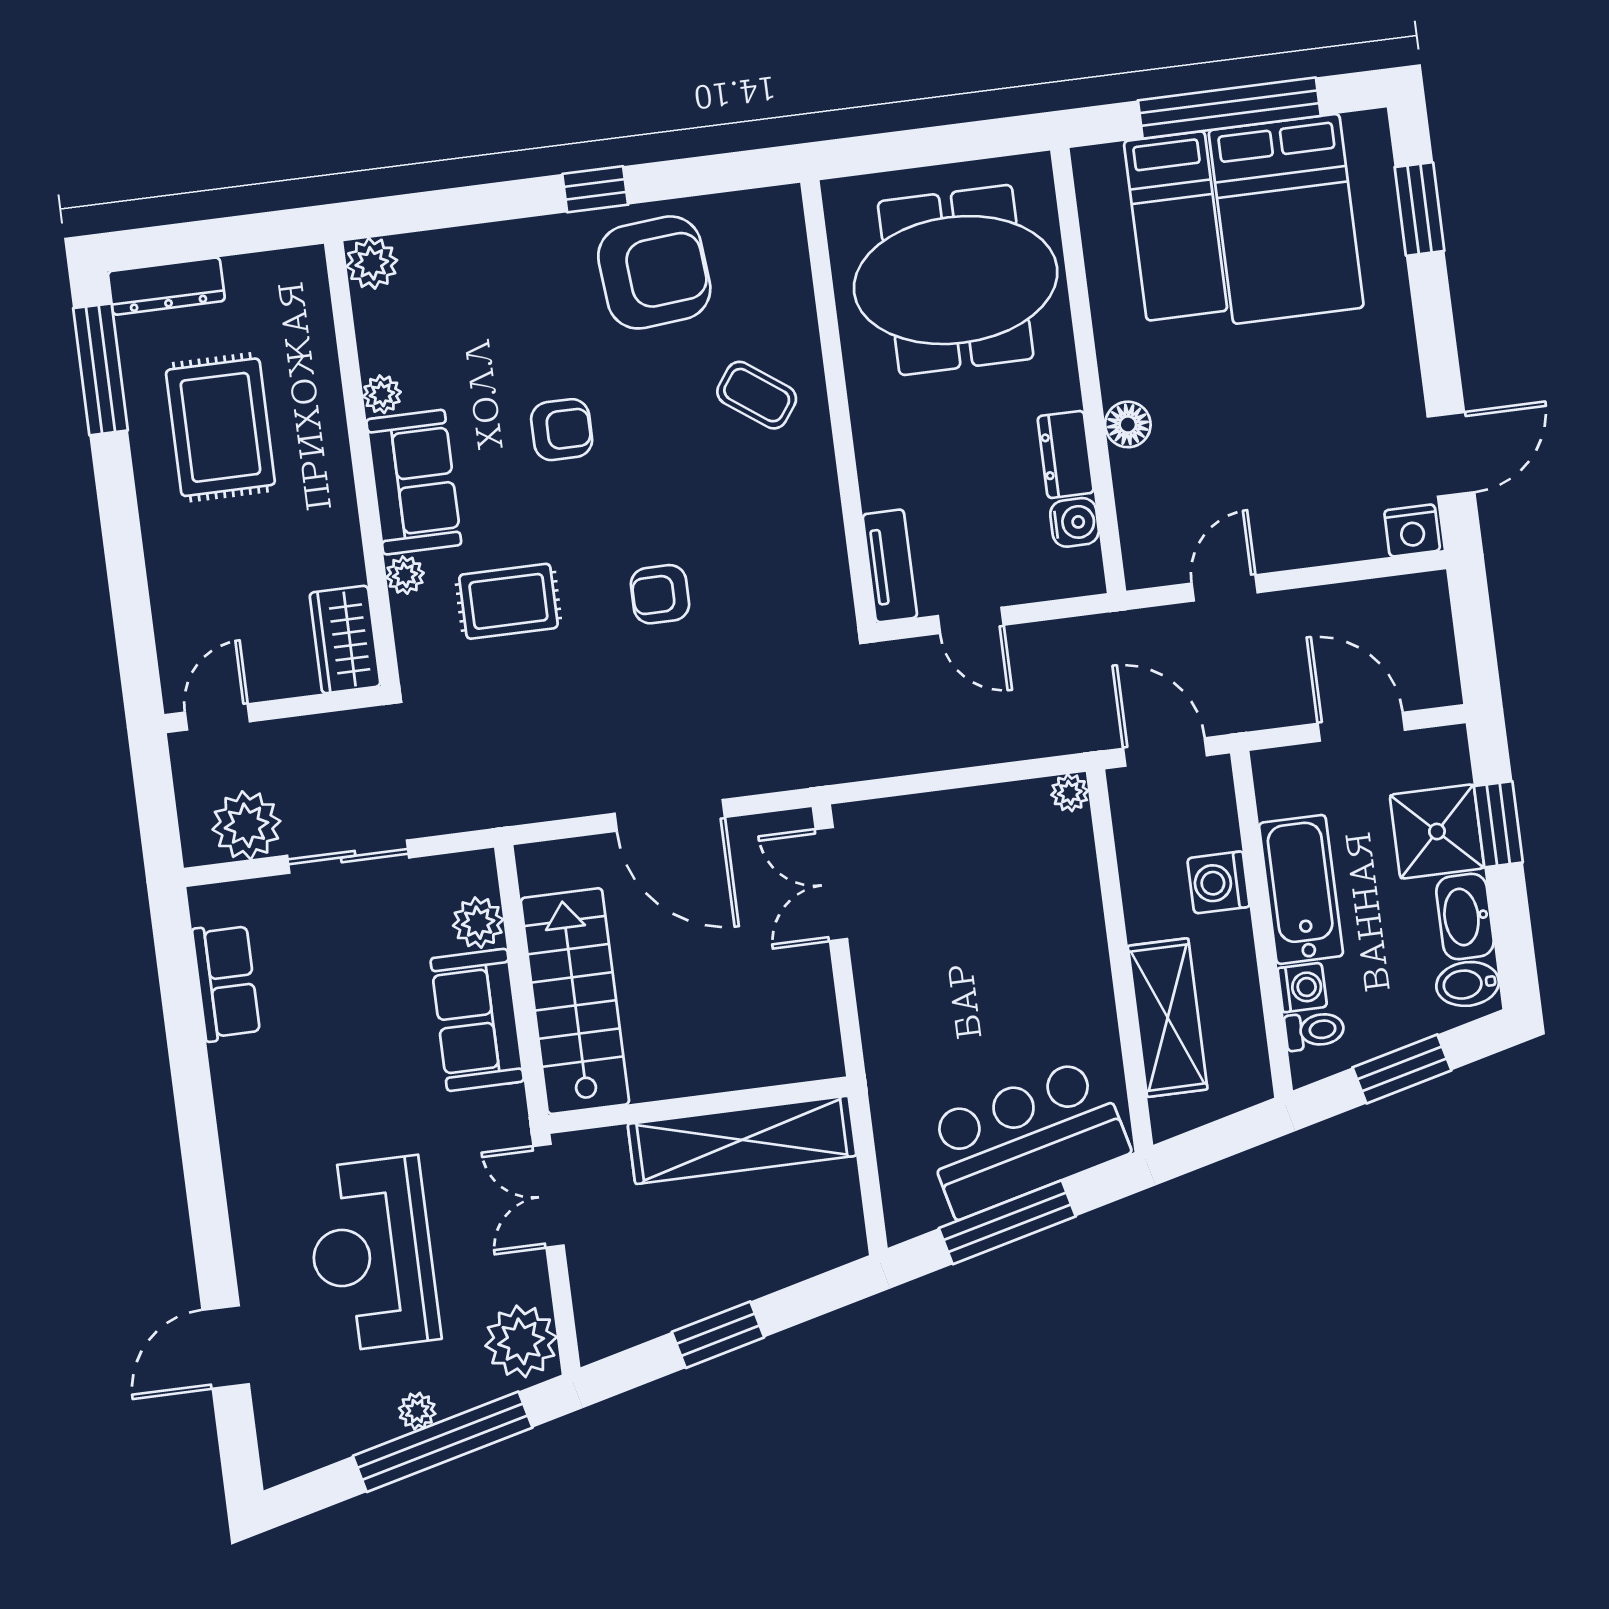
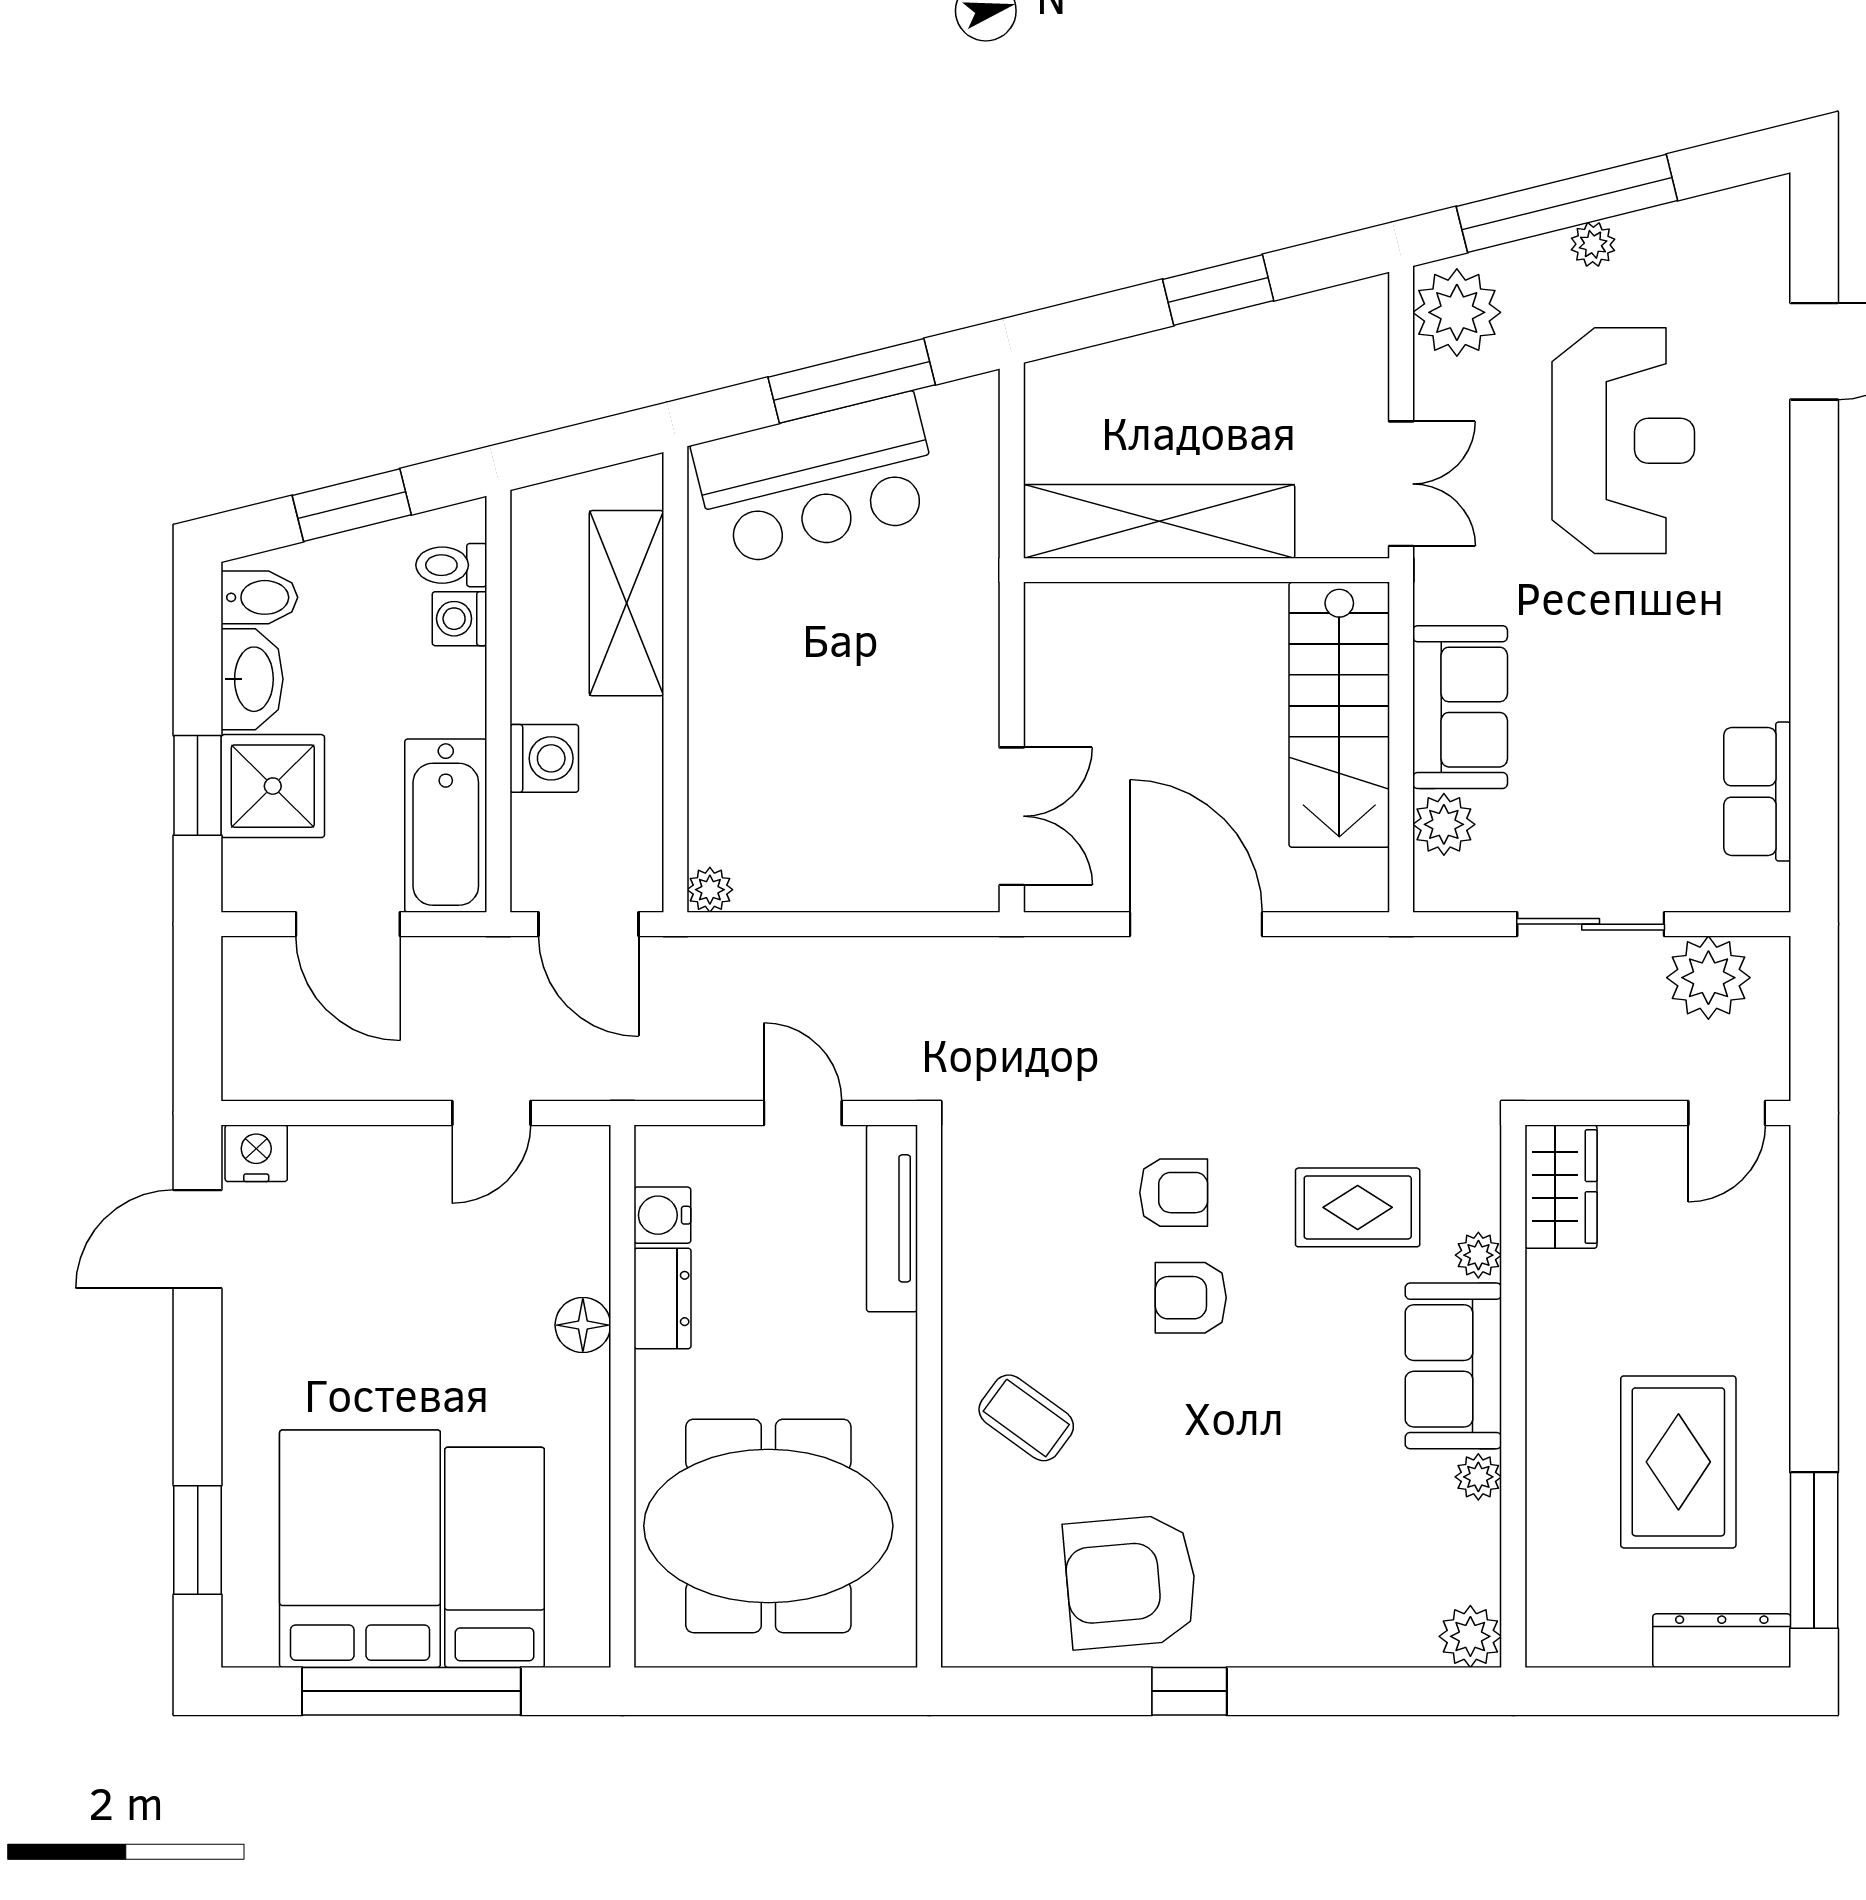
armchair: (562, 430) -> (1191, 1298), moved
tv unit: (890, 566) -> (892, 1218), width x1.41
bathtub: (1301, 889) -> (446, 826), moved

